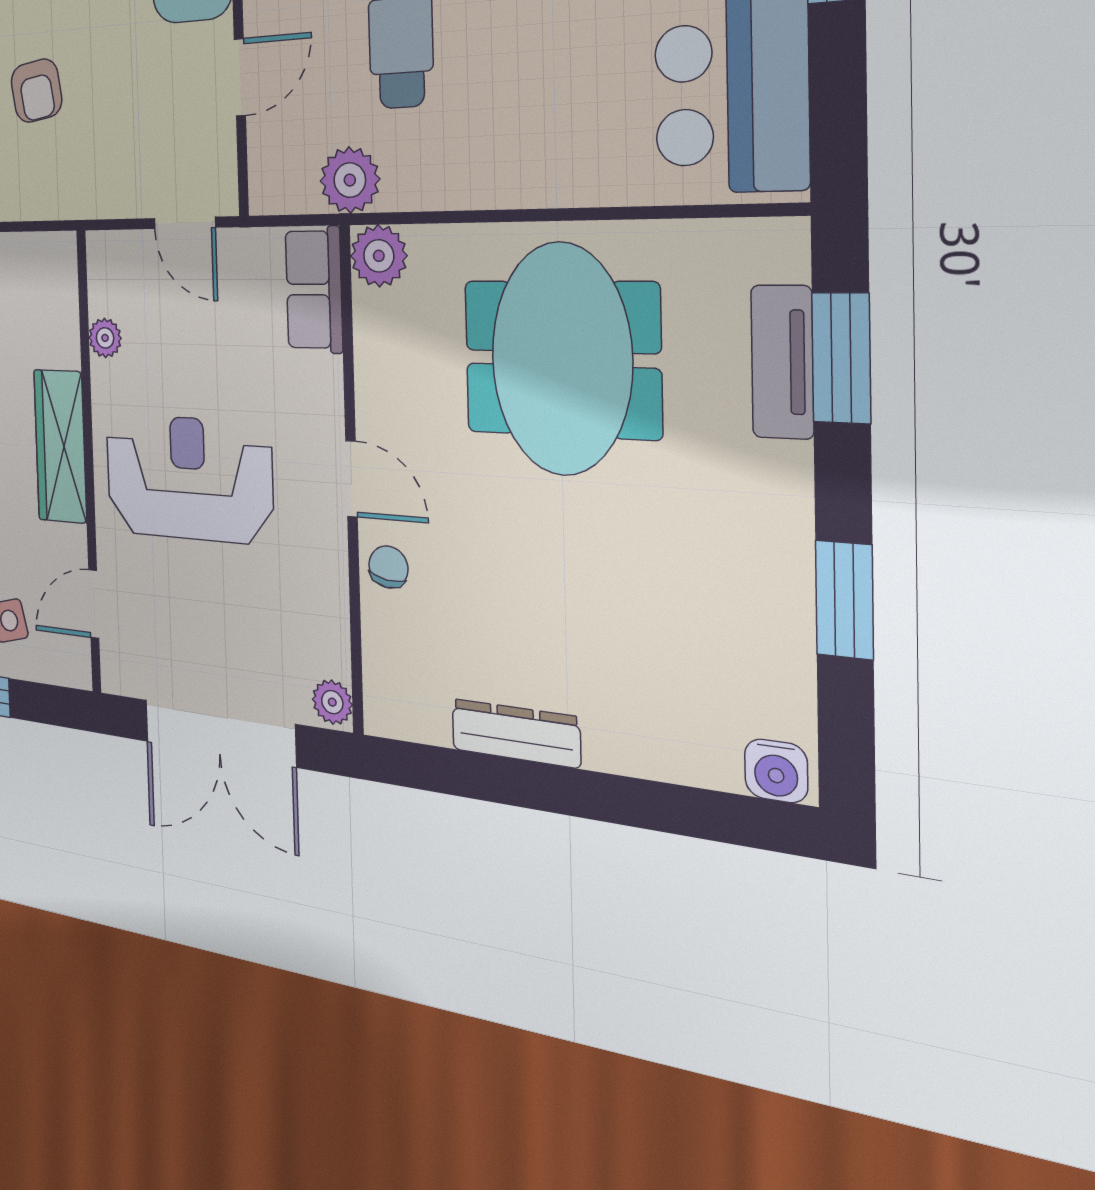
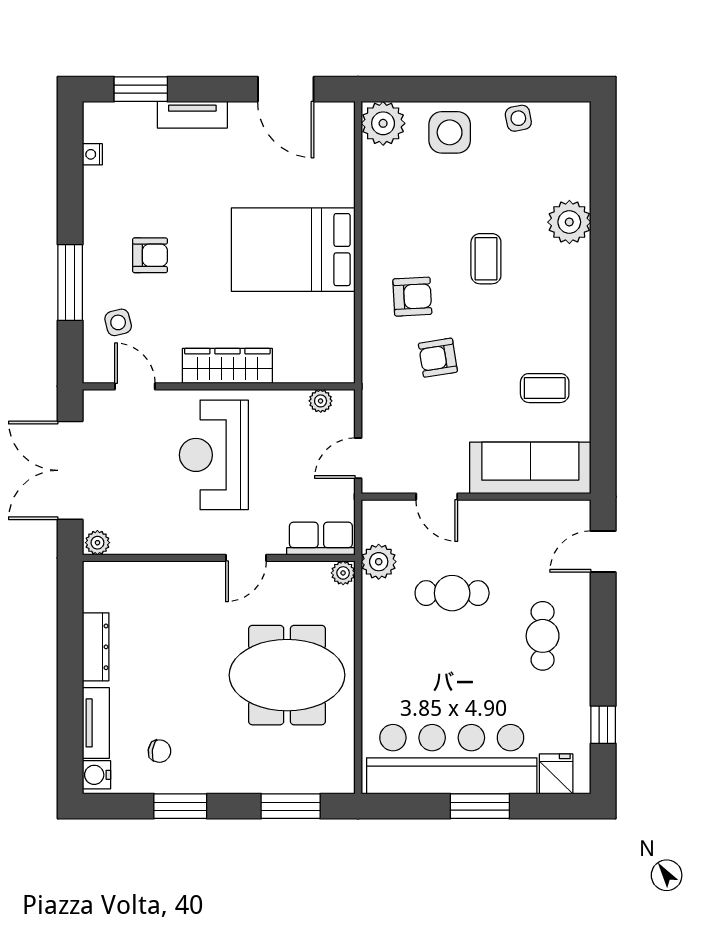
plant: (379, 256) -> (343, 573), width x0.73, depth x0.73
plant: (105, 338) -> (321, 401), moved
tv unit: (782, 362) -> (96, 723), moved, turned 90
reception desk: (188, 478) -> (214, 455), turned 180
door: (351, 479) -> (246, 558), moved
chair: (388, 567) -> (160, 751), moved

